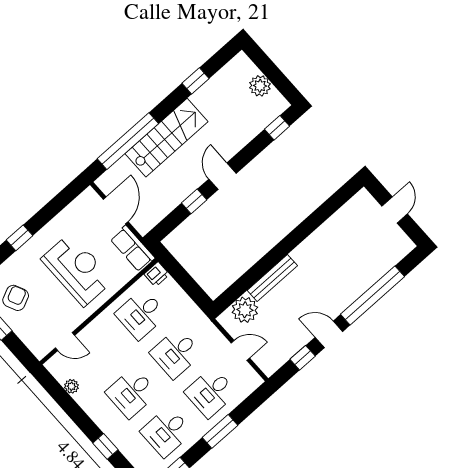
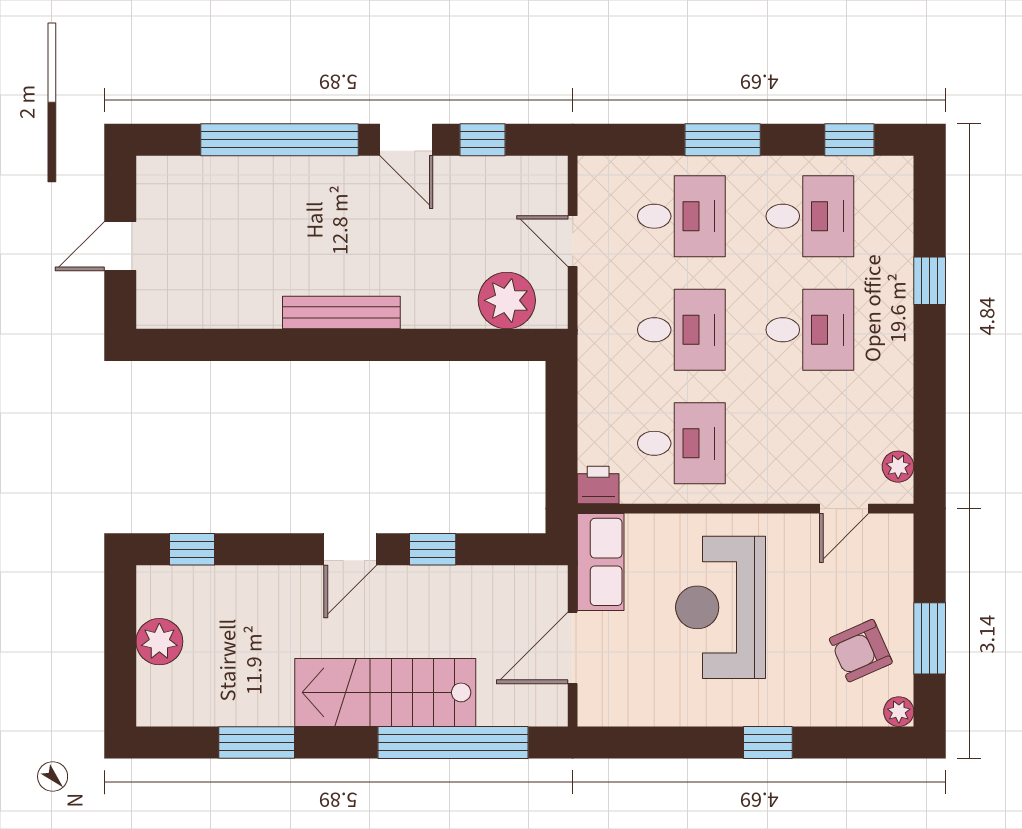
window: (195, 81) -> (257, 742), width x1.50
bench: (272, 278) -> (341, 313), moved
door: (65, 342) -> (844, 509), swing flipped
plant: (71, 386) -> (898, 467), moved

